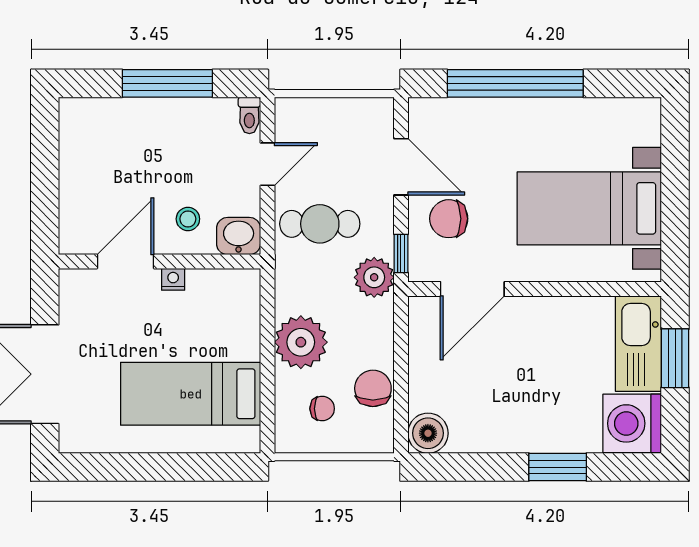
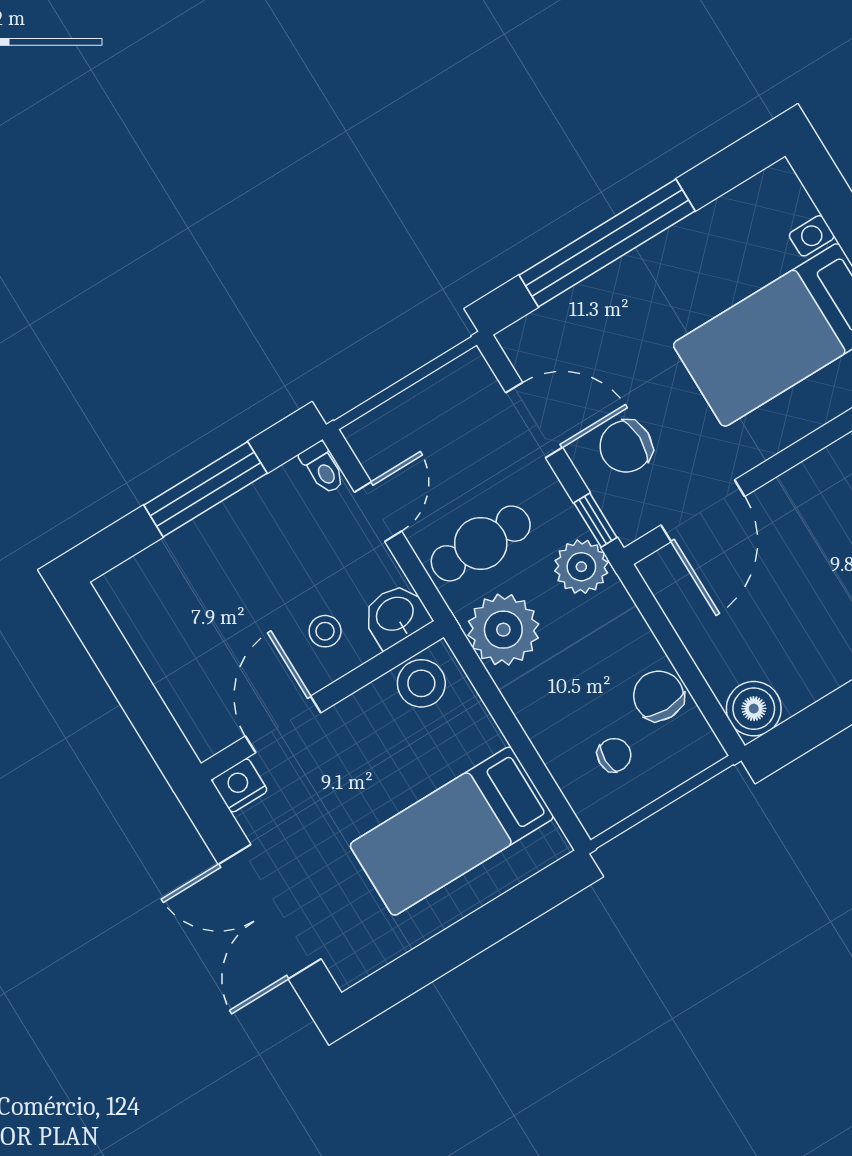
nightstand: (173, 279) -> (240, 785), moved, width x1.39, depth x1.35
stool: (228, 289) -> (421, 683), added
plant: (301, 342) -> (503, 630), moved

